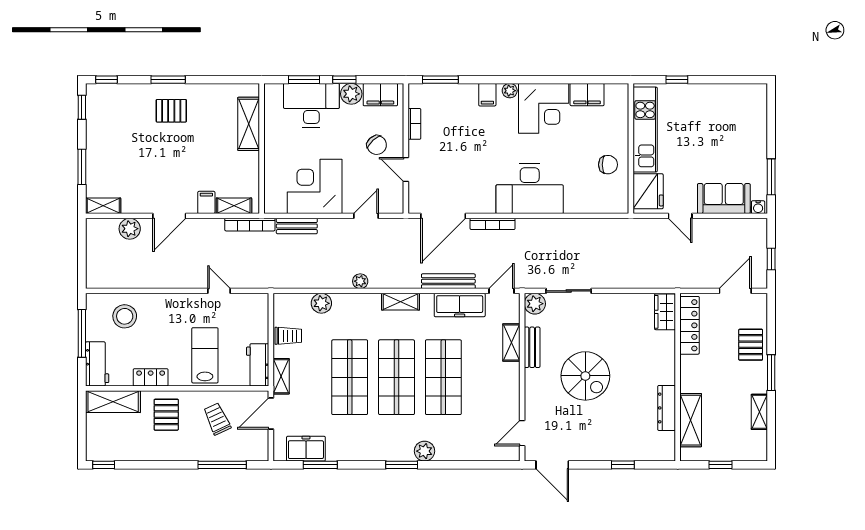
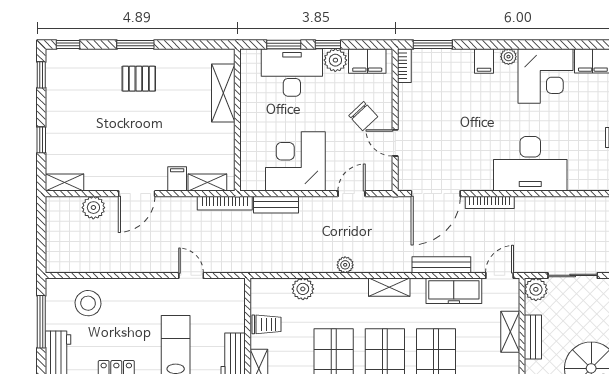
bookcase: (414, 124) -> (404, 66), moved
window: (82, 167) -> (41, 140), width x0.67

